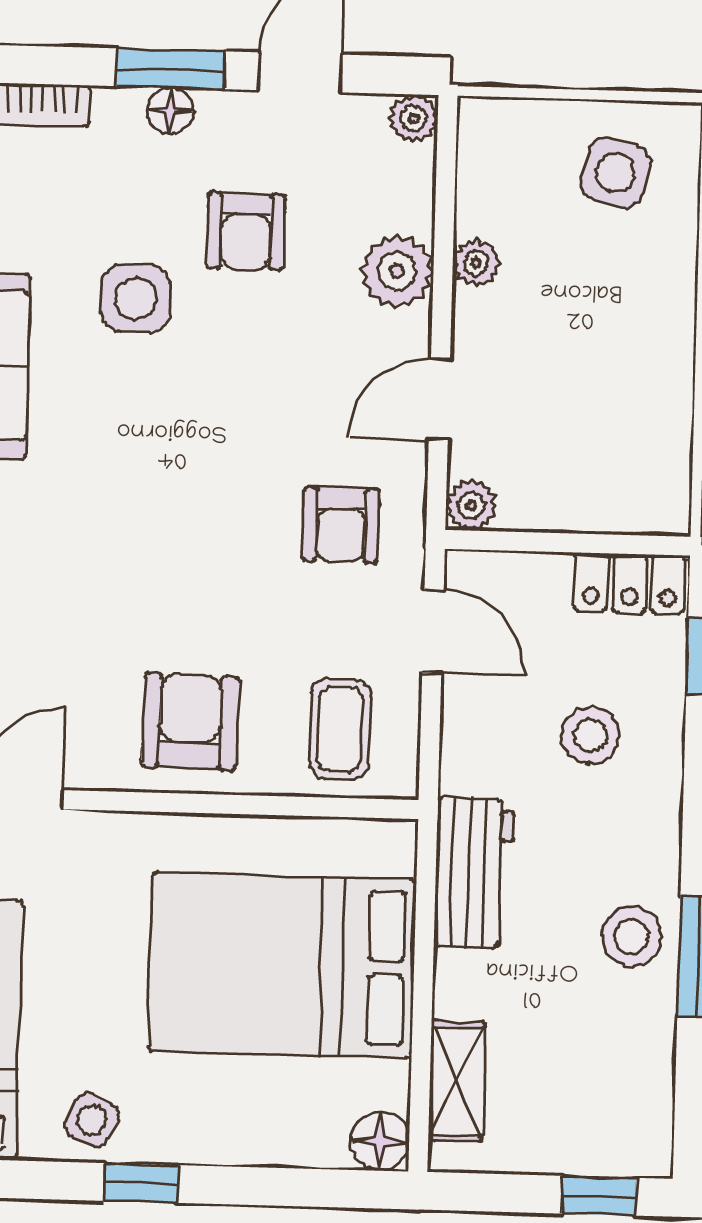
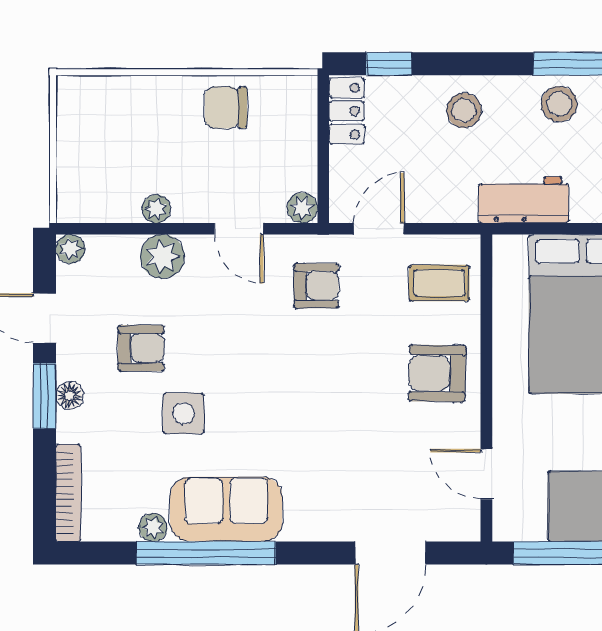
side table: (615, 173) -> (99, 127), removed
chair: (641, 383) -> (226, 107), added
stool: (590, 735) -> (464, 110), moved

